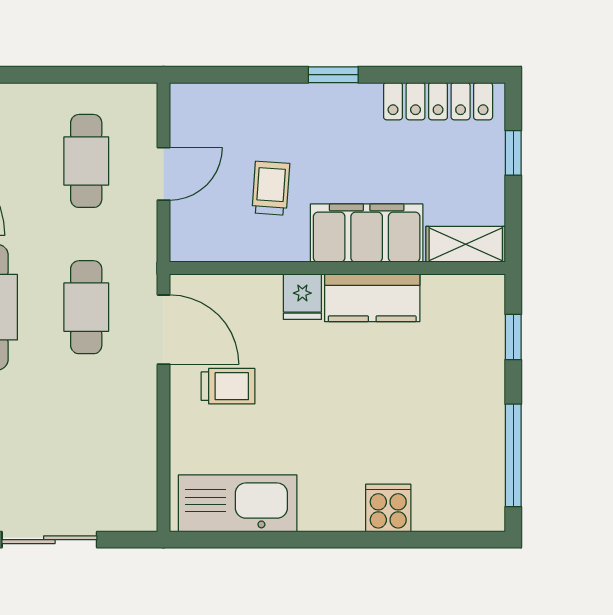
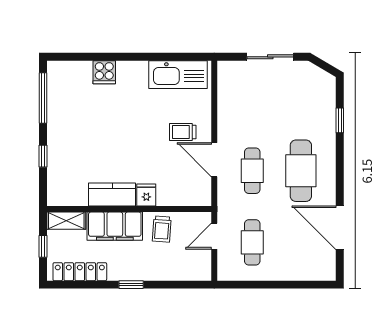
filing cabinet: (367, 233) -> (115, 226), moved
shelving: (466, 244) -> (66, 221), moved
wall: (337, 268) -> (129, 209), moved
fridge: (302, 297) -> (146, 195), moved
kitchen counter: (372, 298) -> (112, 194), moved

